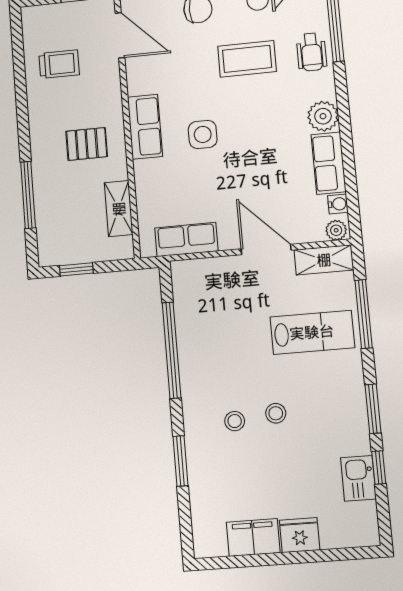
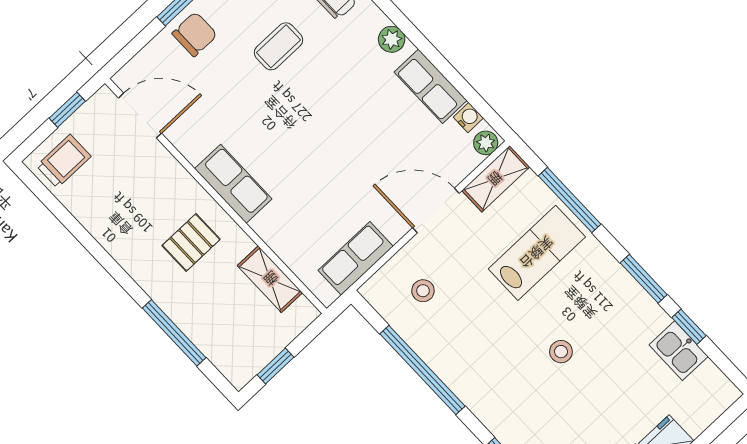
coffee table: (247, 59) -> (278, 46), width x0.73, depth x0.77
trolley: (59, 64) -> (64, 161), moved
plant: (323, 116) -> (392, 39), width x0.73, depth x0.73
side table: (203, 134) -> (293, 149), removed
stool: (235, 421) -> (423, 291), moved

